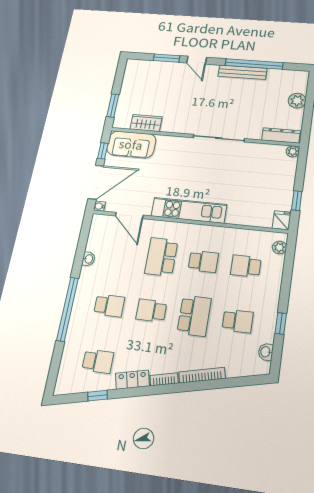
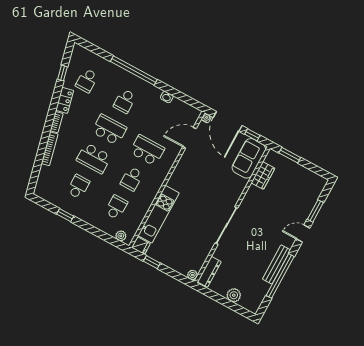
kitchen unit: (189, 210) -> (159, 214), moved
school desk: (151, 311) -> (109, 130), width x1.85
school desk: (238, 321) -> (78, 187), turned 180
washbasin: (266, 352) -> (49, 197), removed

